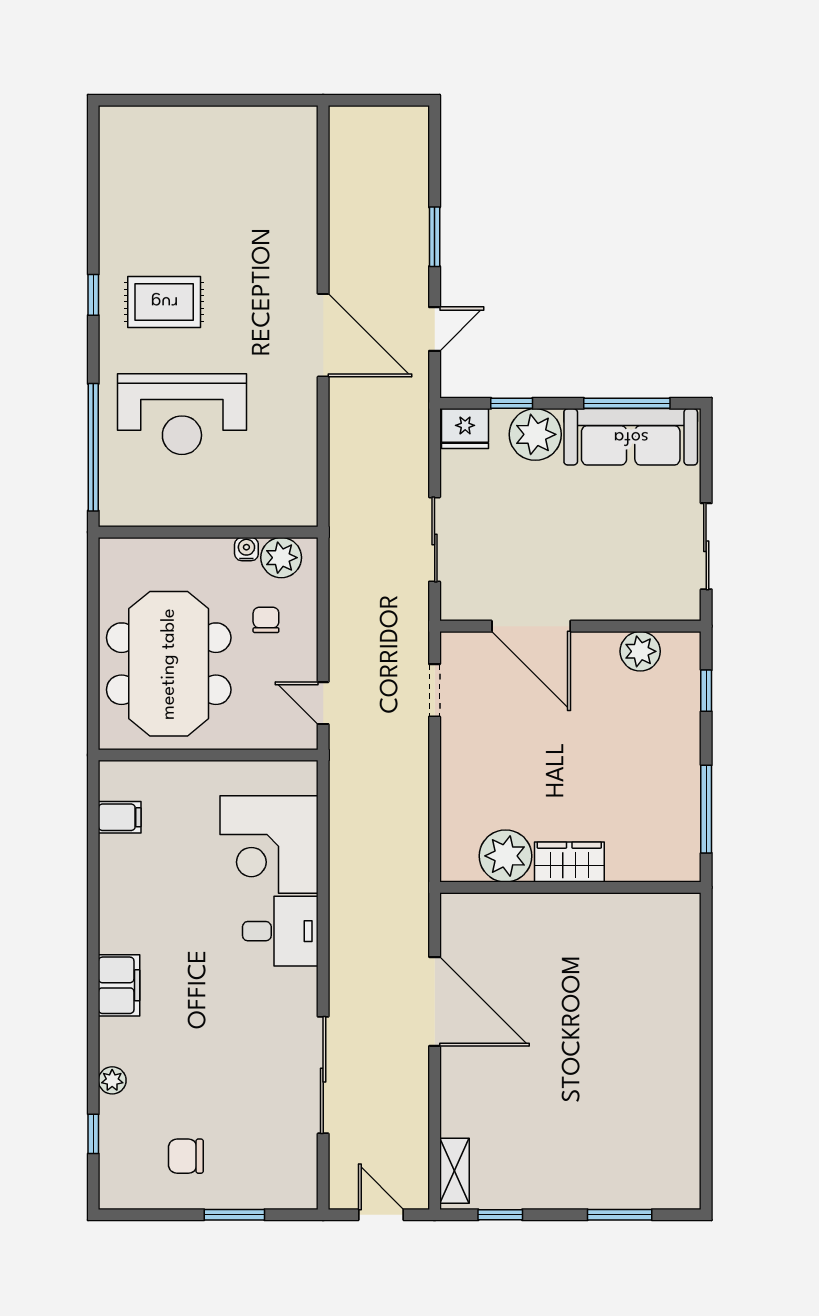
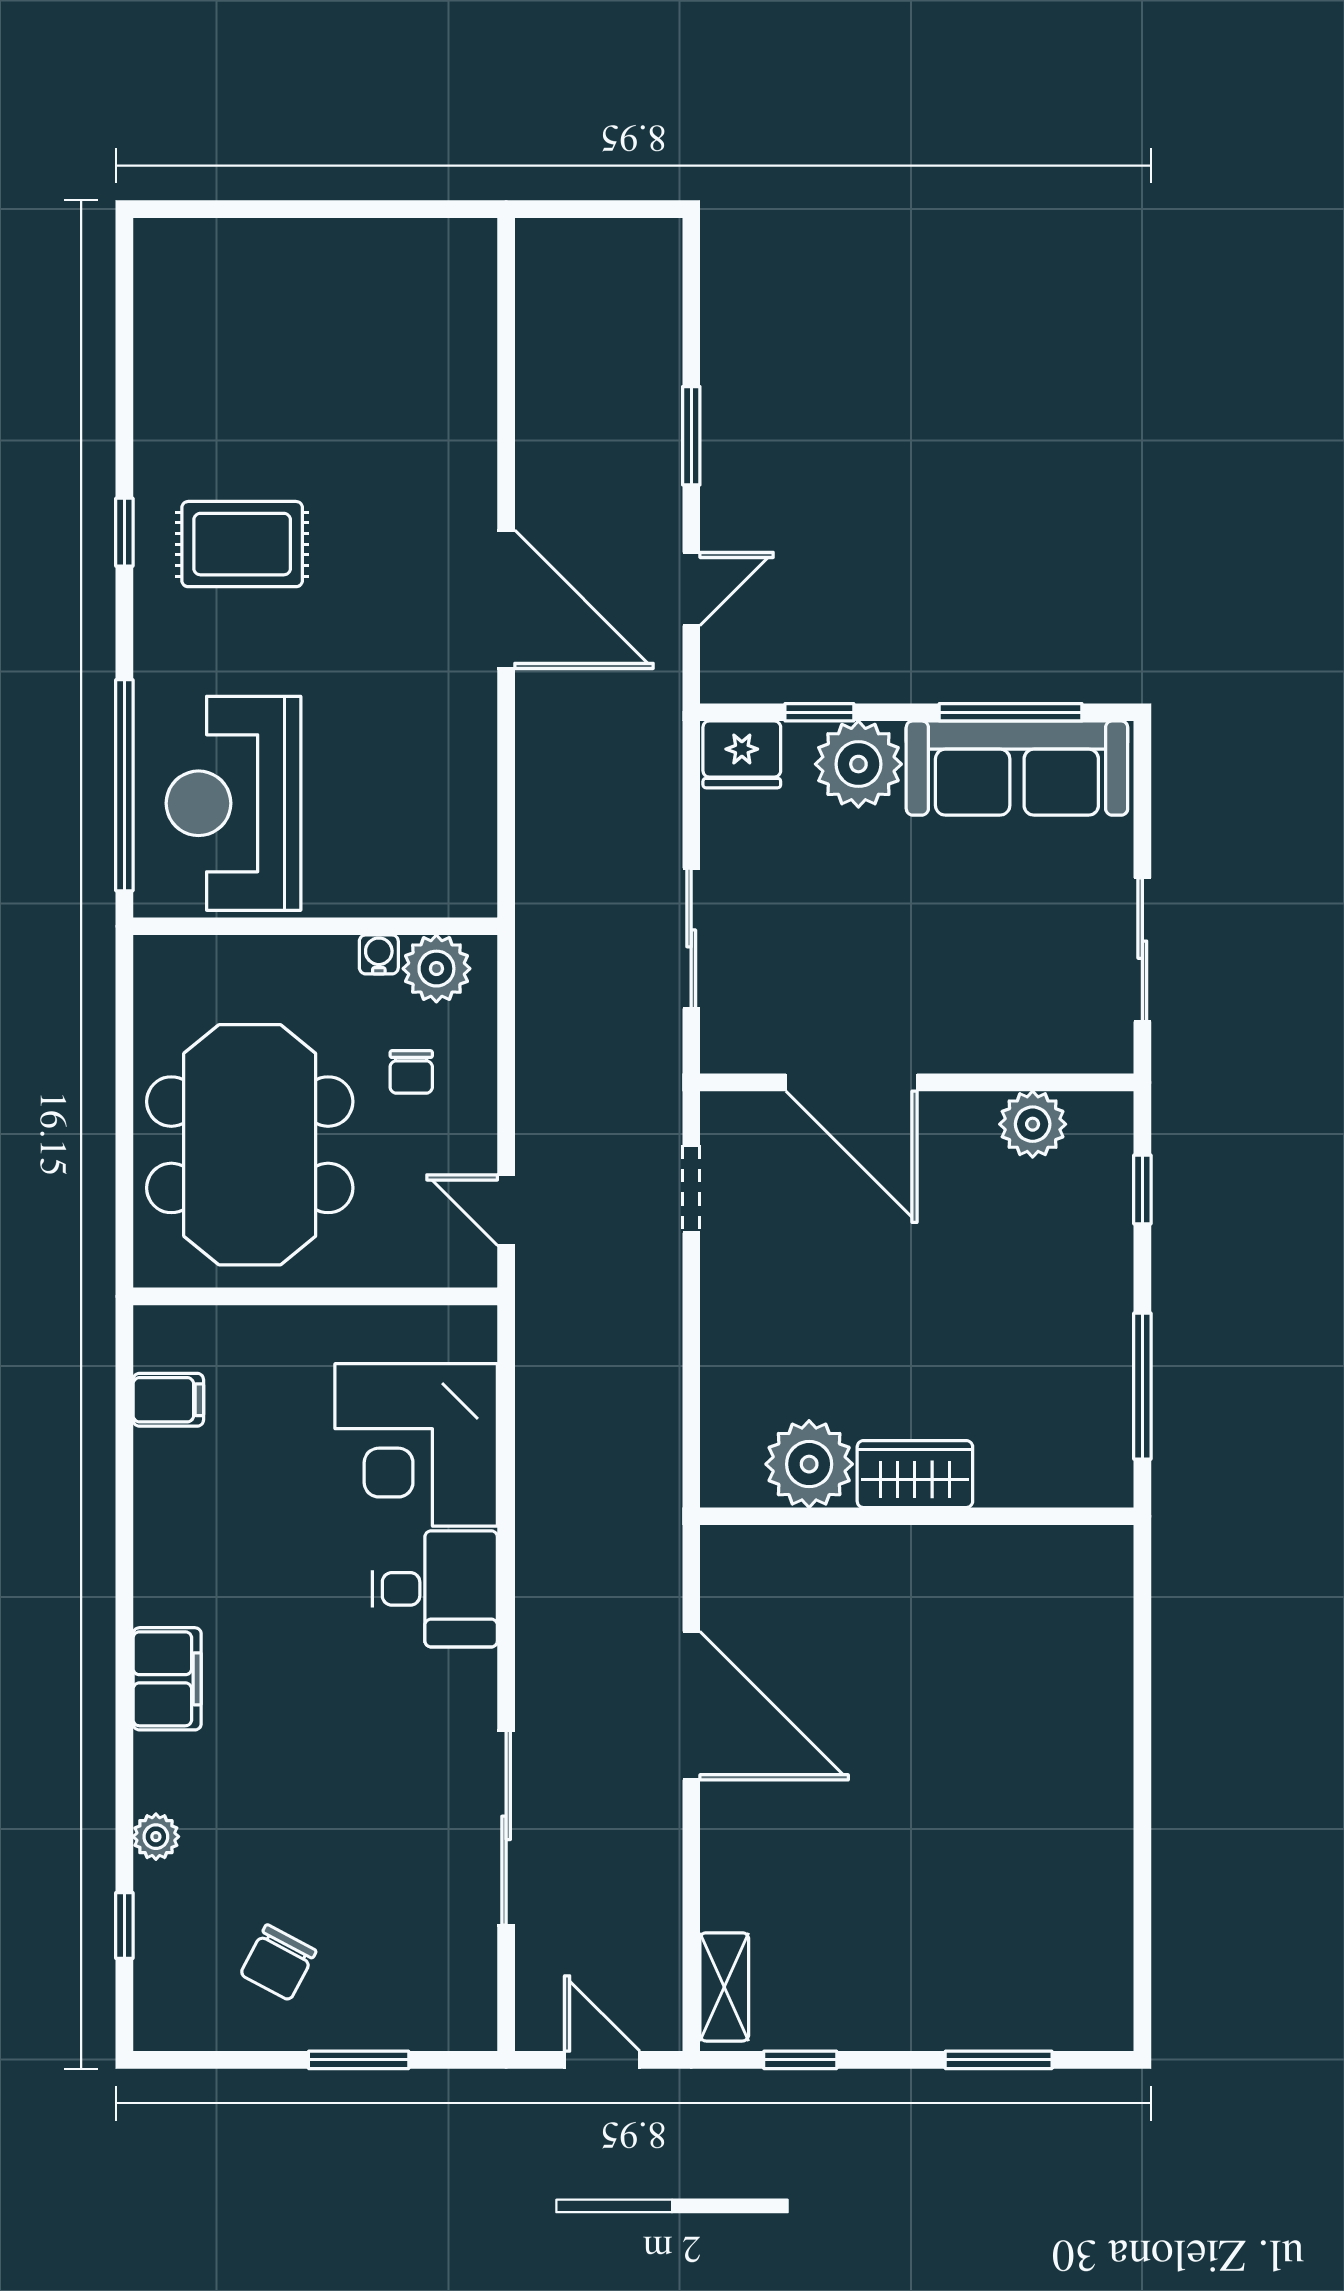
reception desk: (182, 414) -> (233, 803), moved, turned 90
chair: (266, 620) -> (411, 1072), turned 180
chair: (186, 1156) -> (278, 1962), turned -62

